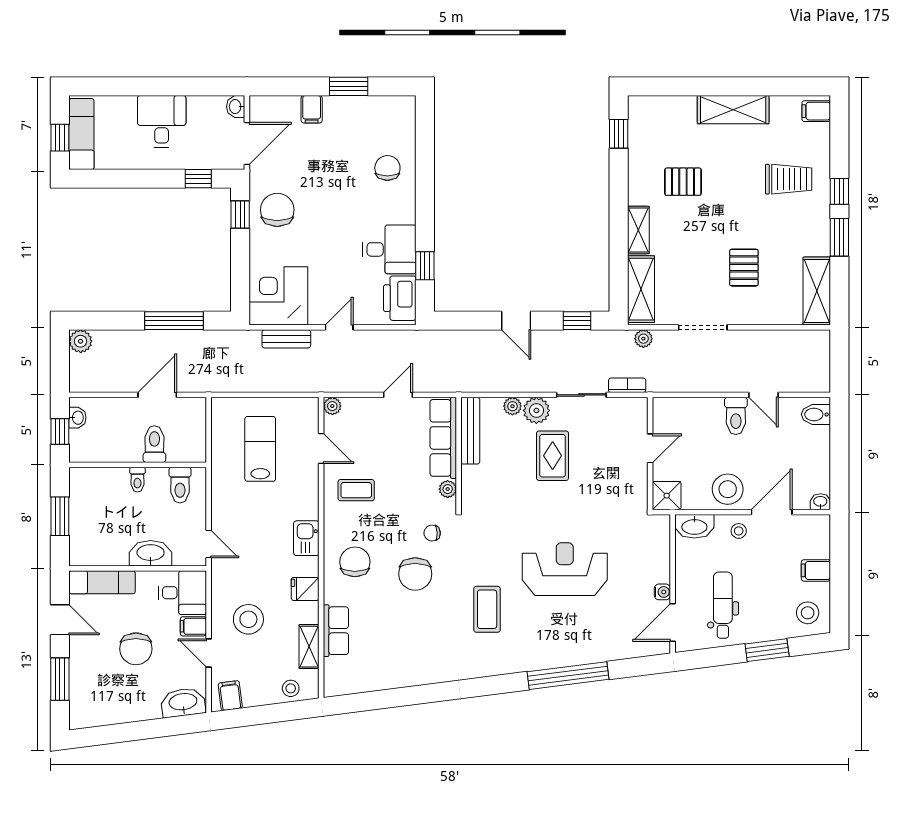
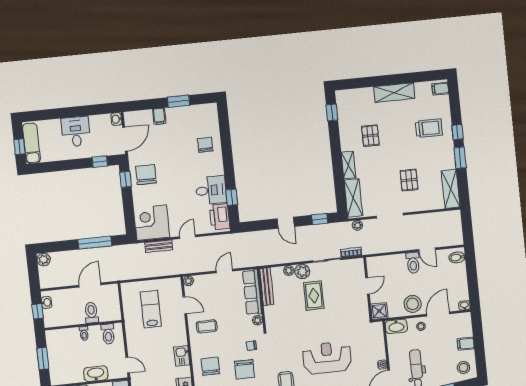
pallet: (683, 182) -> (370, 136), turned 90

